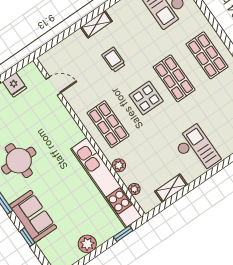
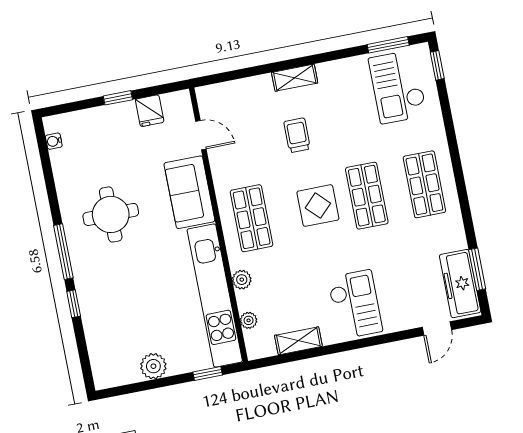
sofa: (33, 216) -> (189, 192), moved, turned 180
window: (27, 237) -> (74, 304), moved

